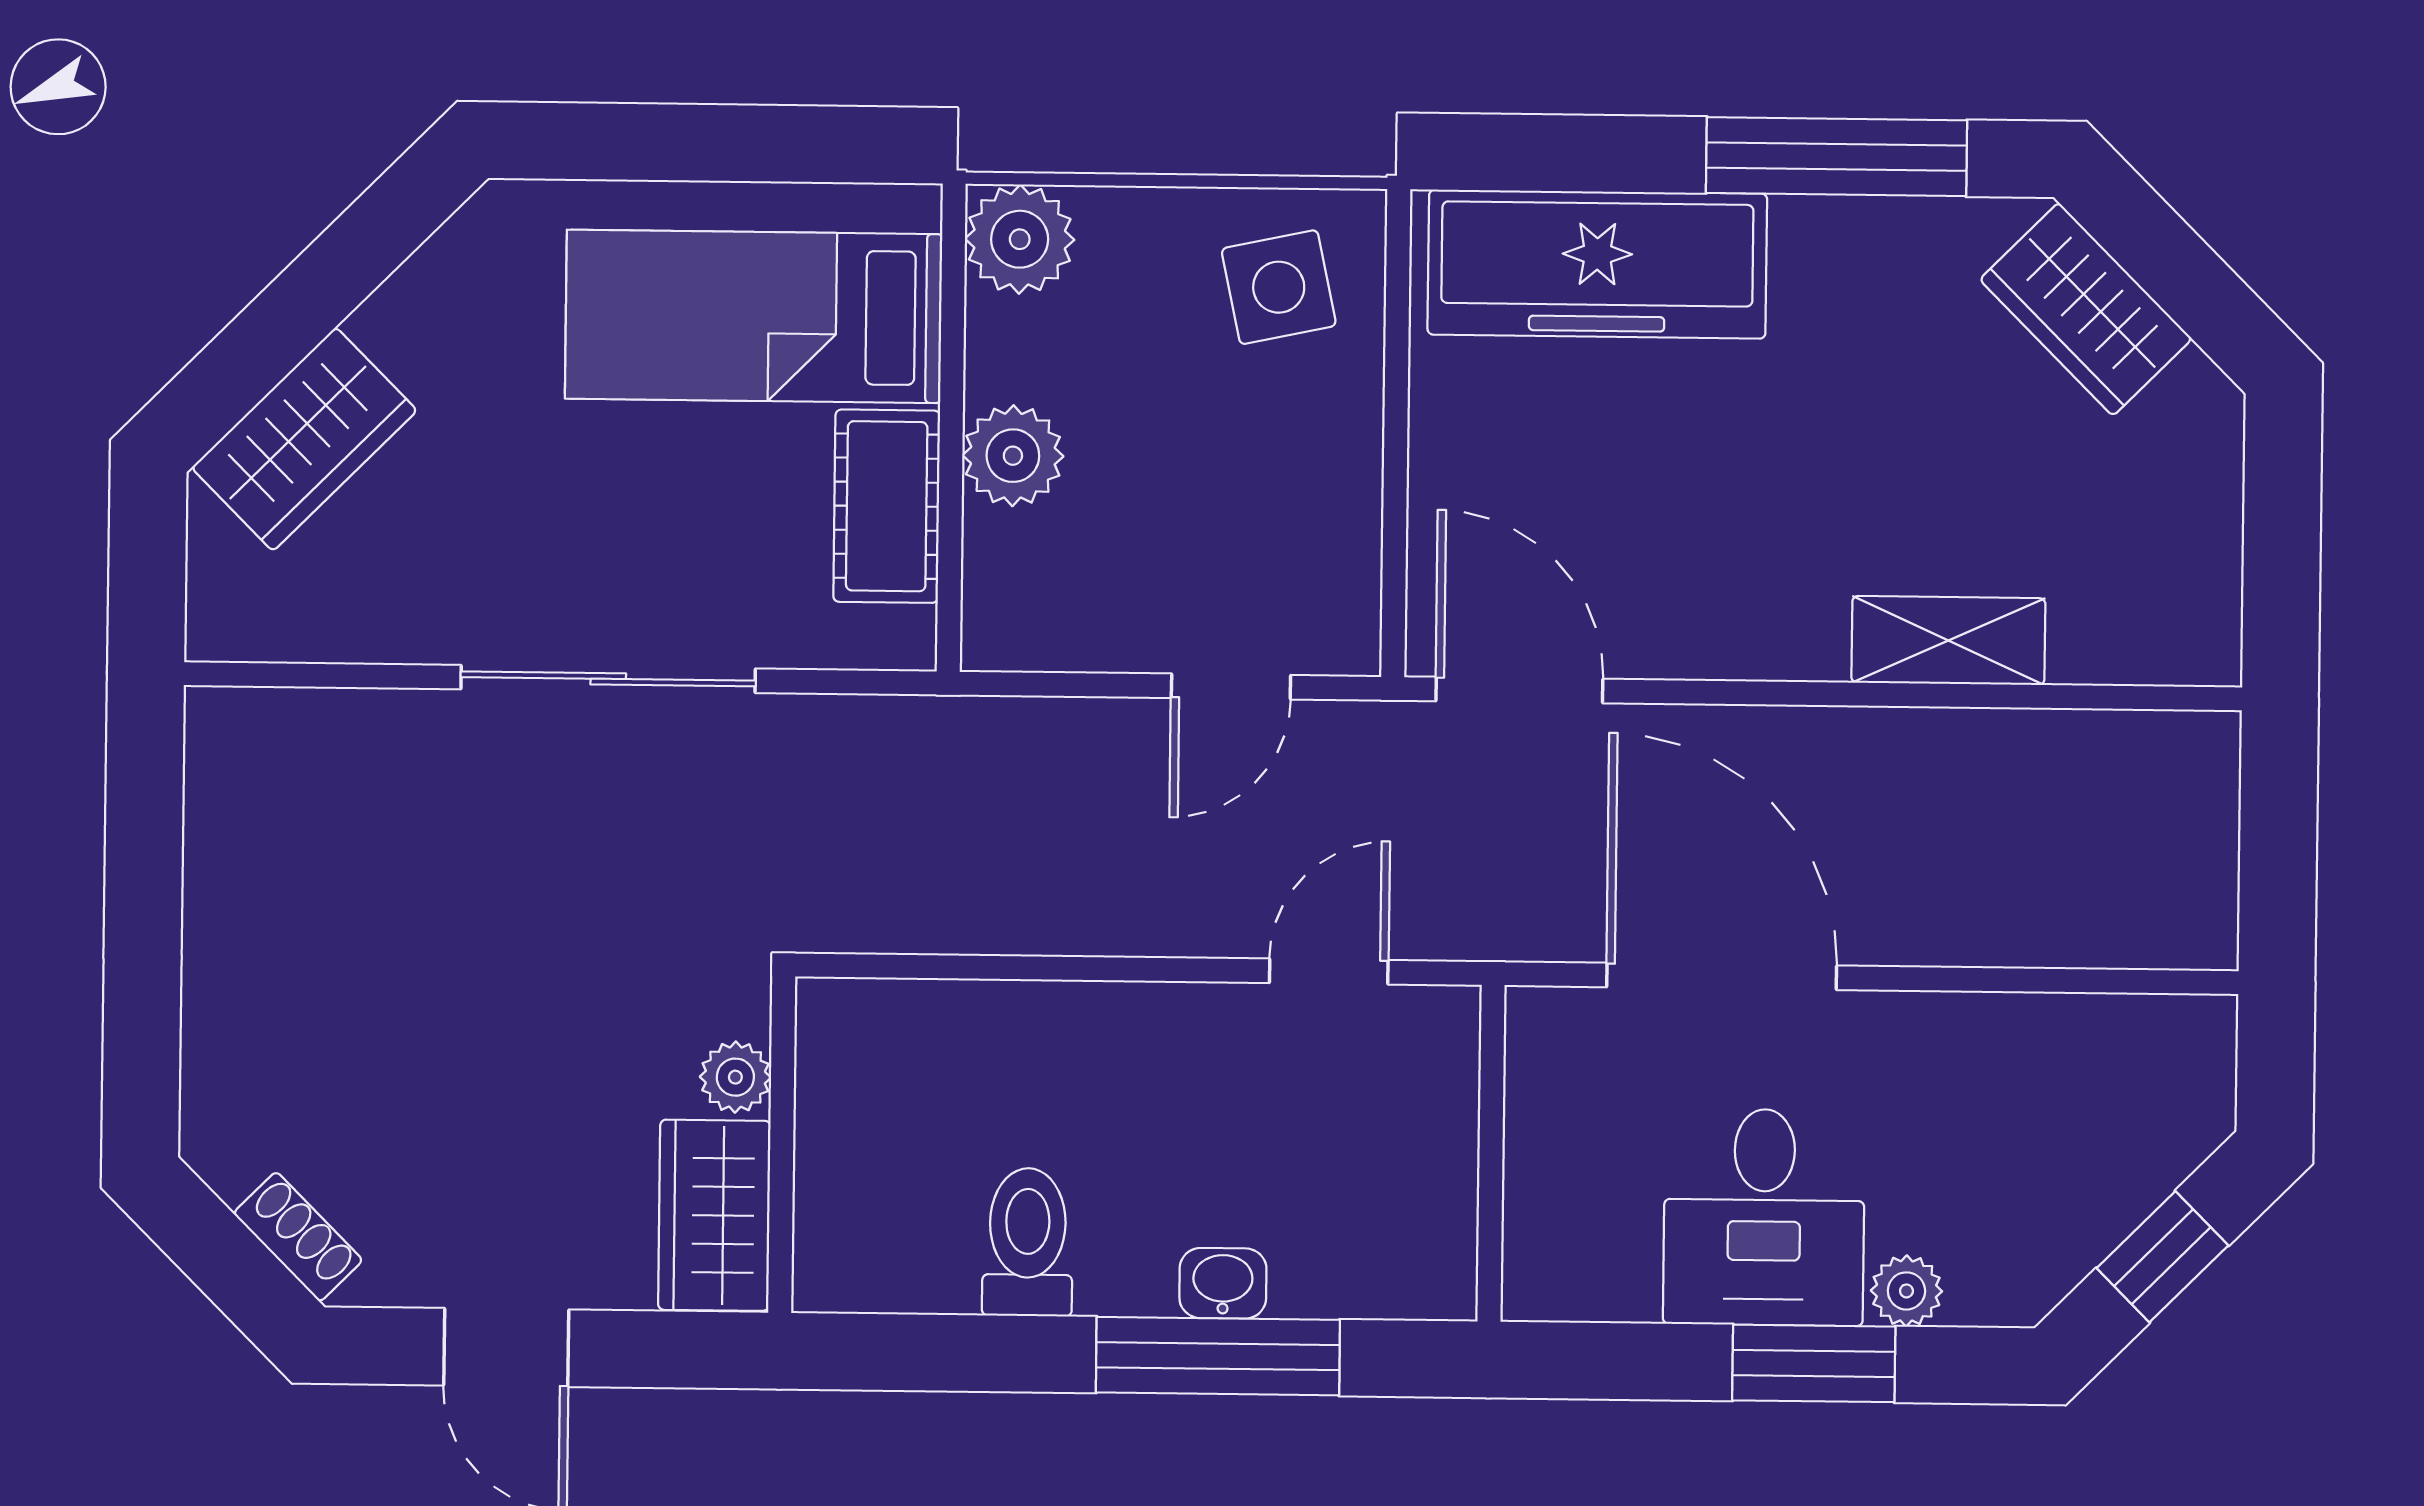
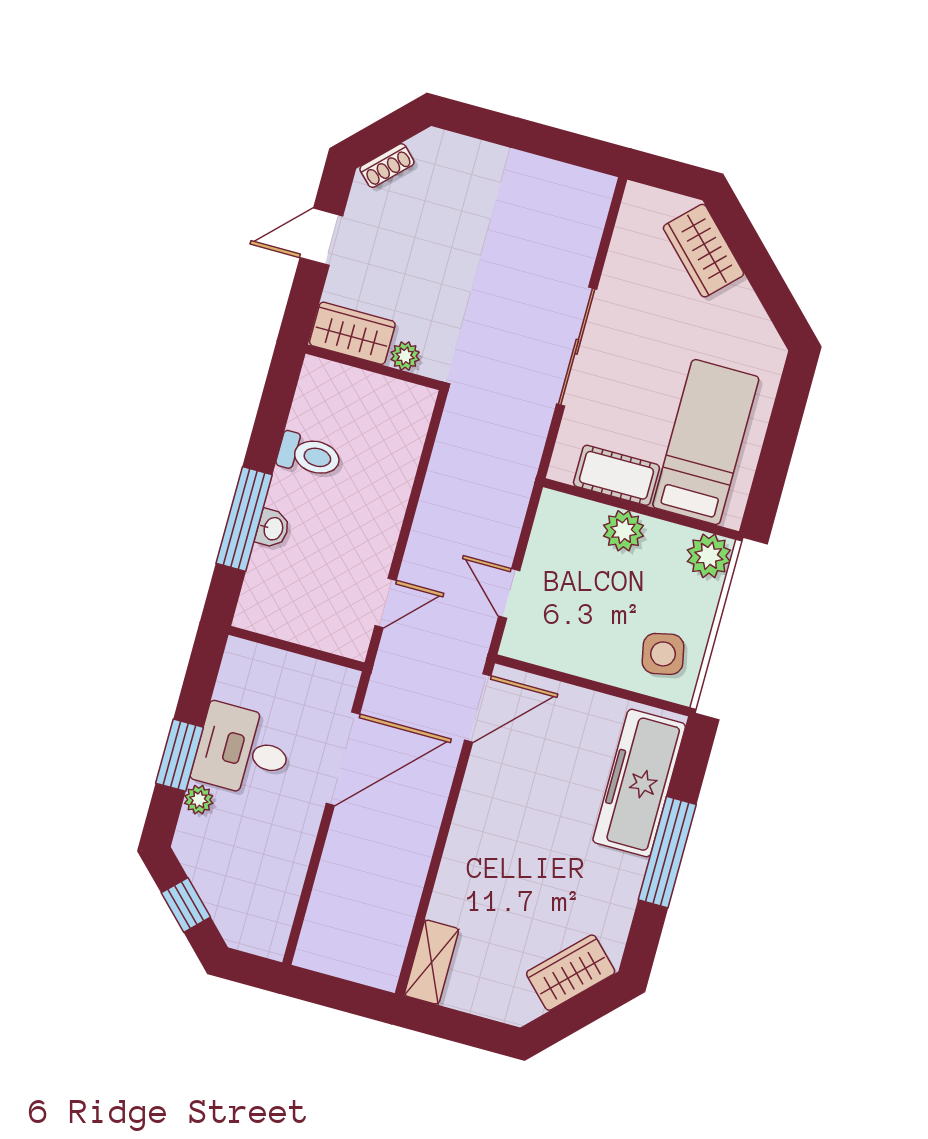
window: (1837, 157) -> (667, 852), moved
shelving: (1948, 641) -> (432, 962), moved
door: (1329, 972) -> (386, 603), hinge flipped

